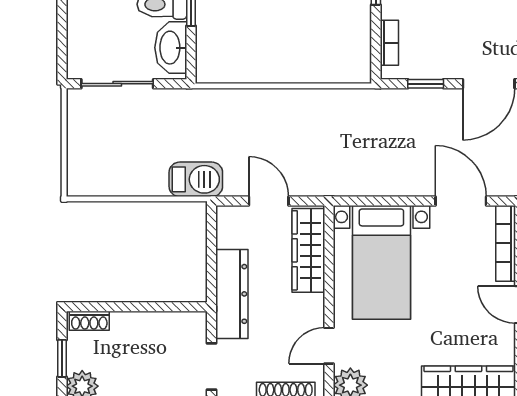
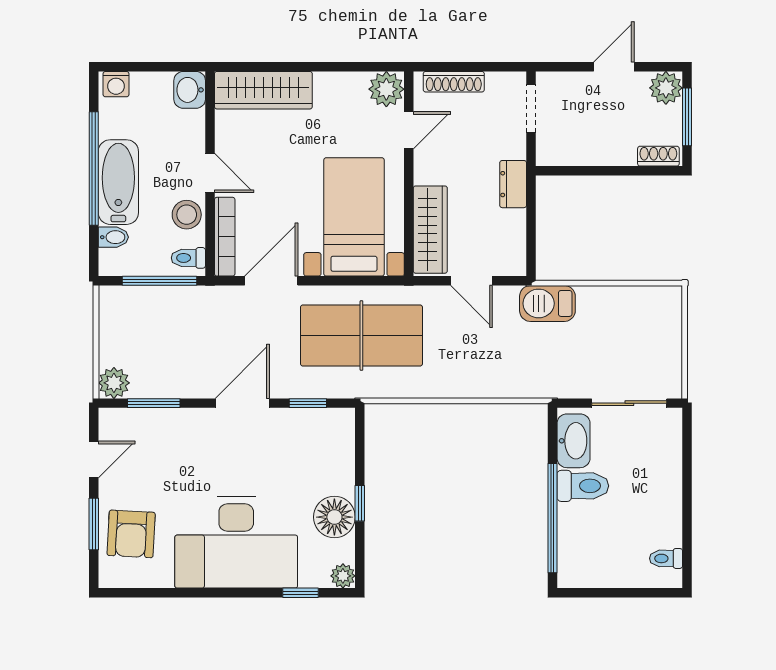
bookcase: (389, 43) -> (346, 446), removed
table tennis table: (374, 149) -> (361, 335), added
door: (461, 201) -> (271, 281), swing flipped
dresser: (232, 294) -> (513, 184), width x0.51, depth x0.80
window: (62, 358) -> (687, 117), width x1.50

